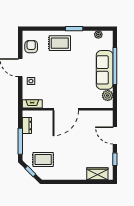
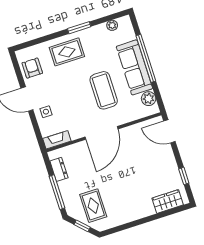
coffee table: (77, 79) -> (104, 90), added
door: (115, 135) -> (169, 131), moved
rug: (43, 159) -> (93, 206), turned 90

